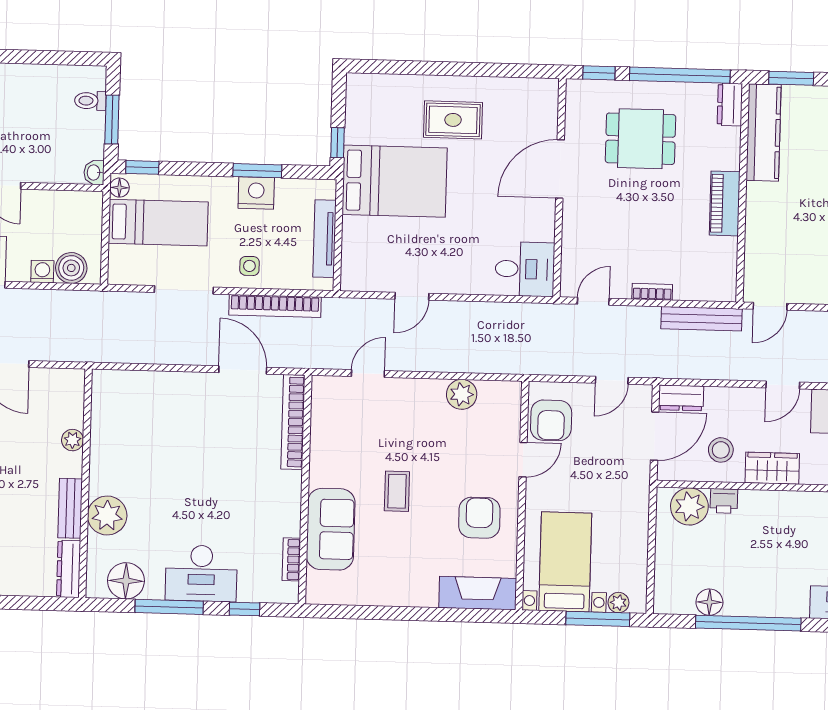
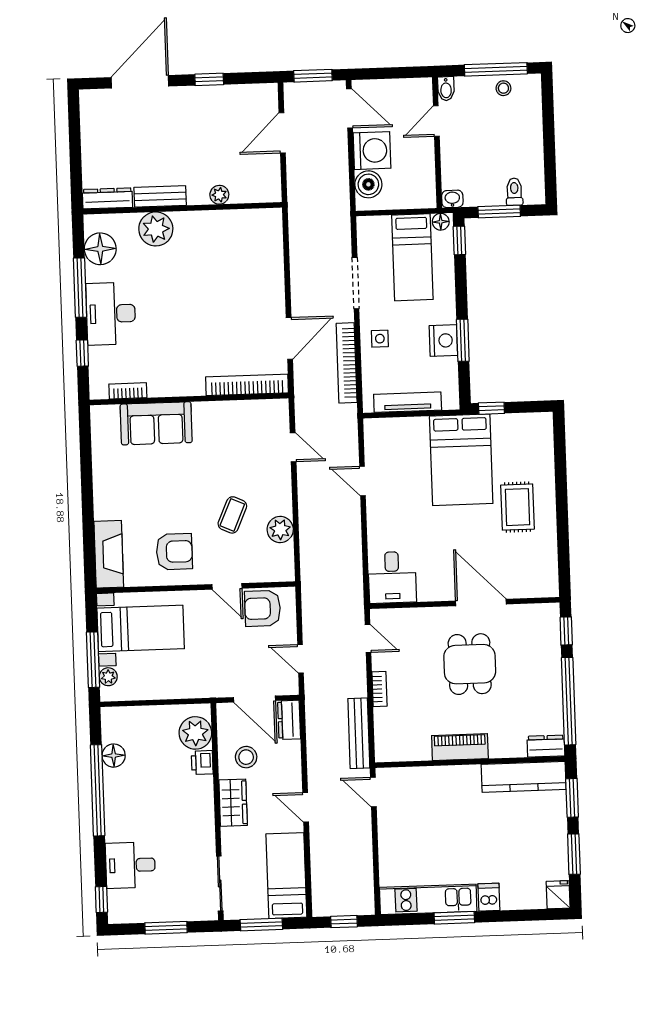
dining table: (641, 139) -> (470, 664), moved
washing machine: (42, 272) -> (372, 151), width x1.89, depth x1.89
coffee table: (397, 491) -> (232, 515), moved, turned -66

